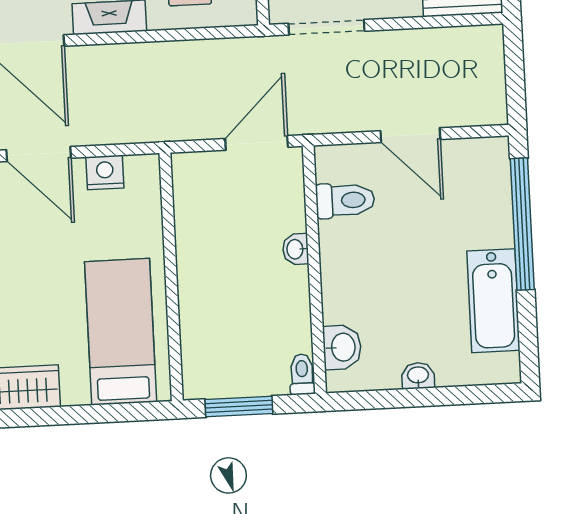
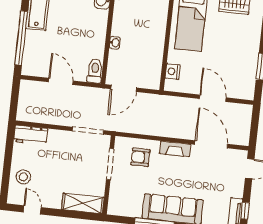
nightstand: (105, 172) -> (173, 72), moved, turned 90
toilet: (345, 200) -> (95, 71), moved, turned 90

